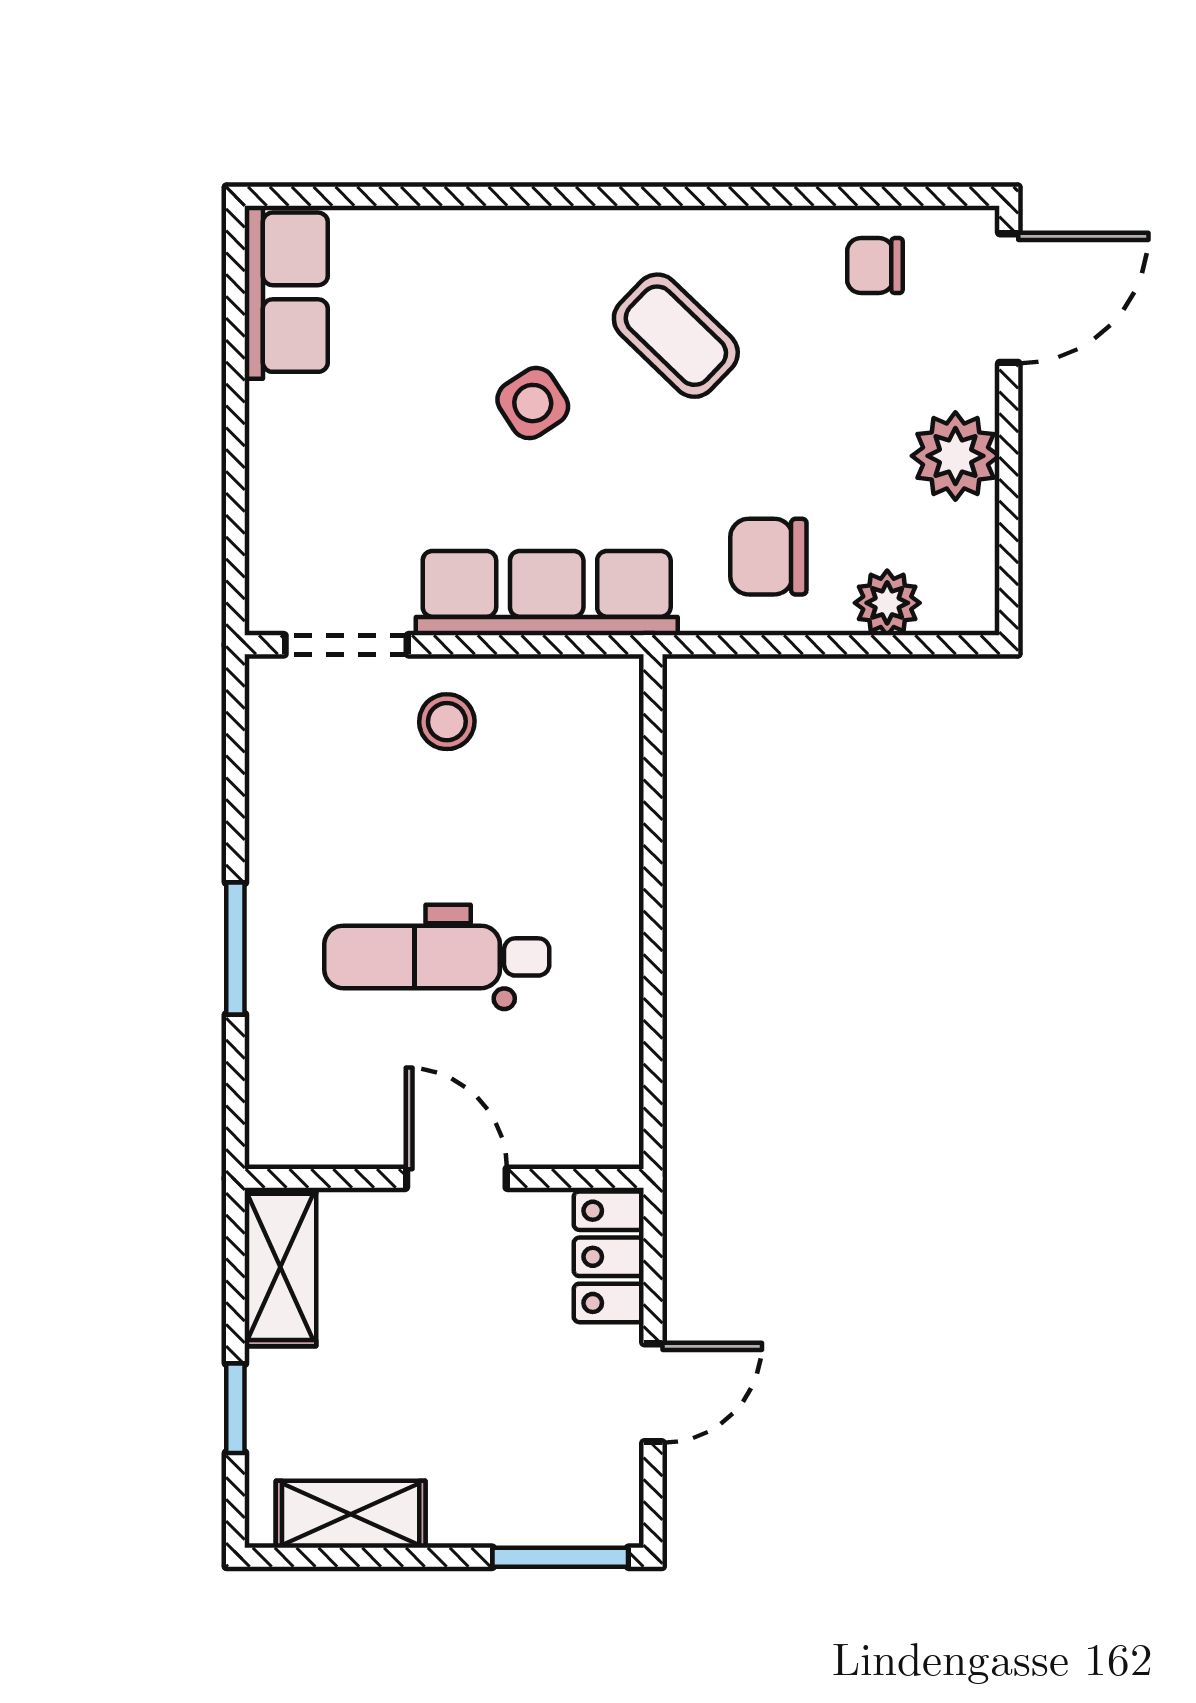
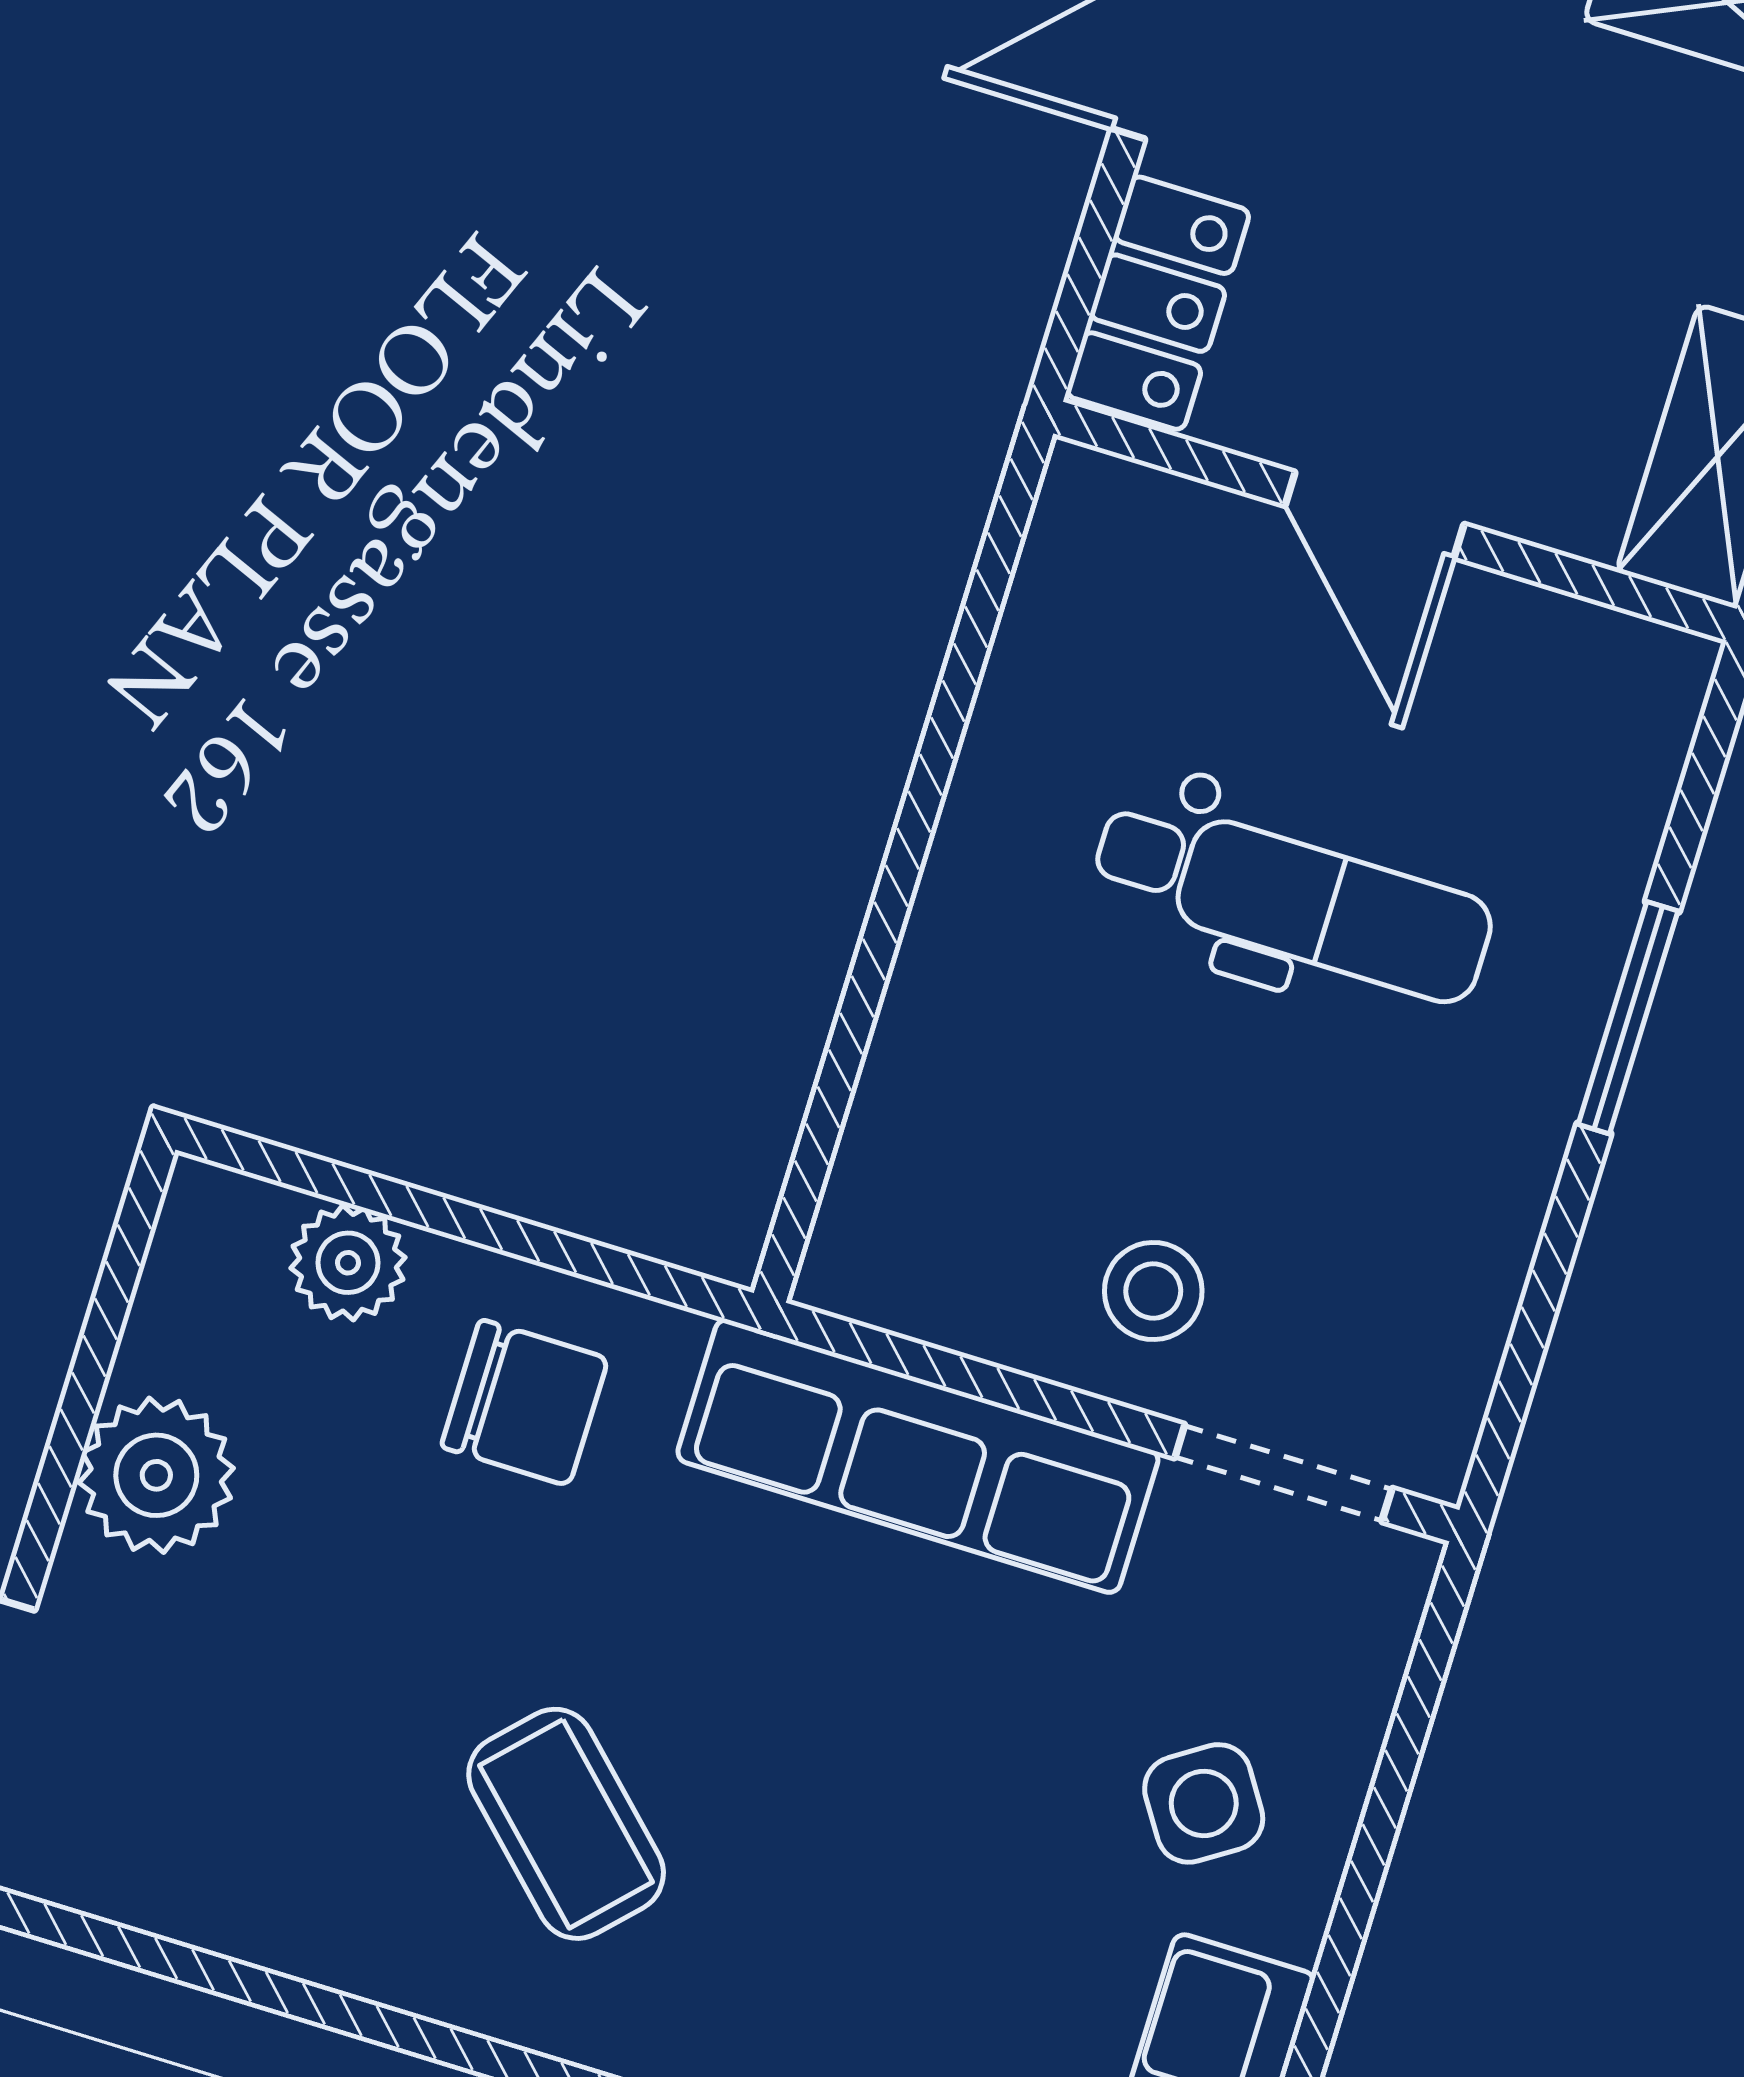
chair: (875, 266) -> (193, 1839), removed
side table: (533, 403) -> (1204, 1803), moved

